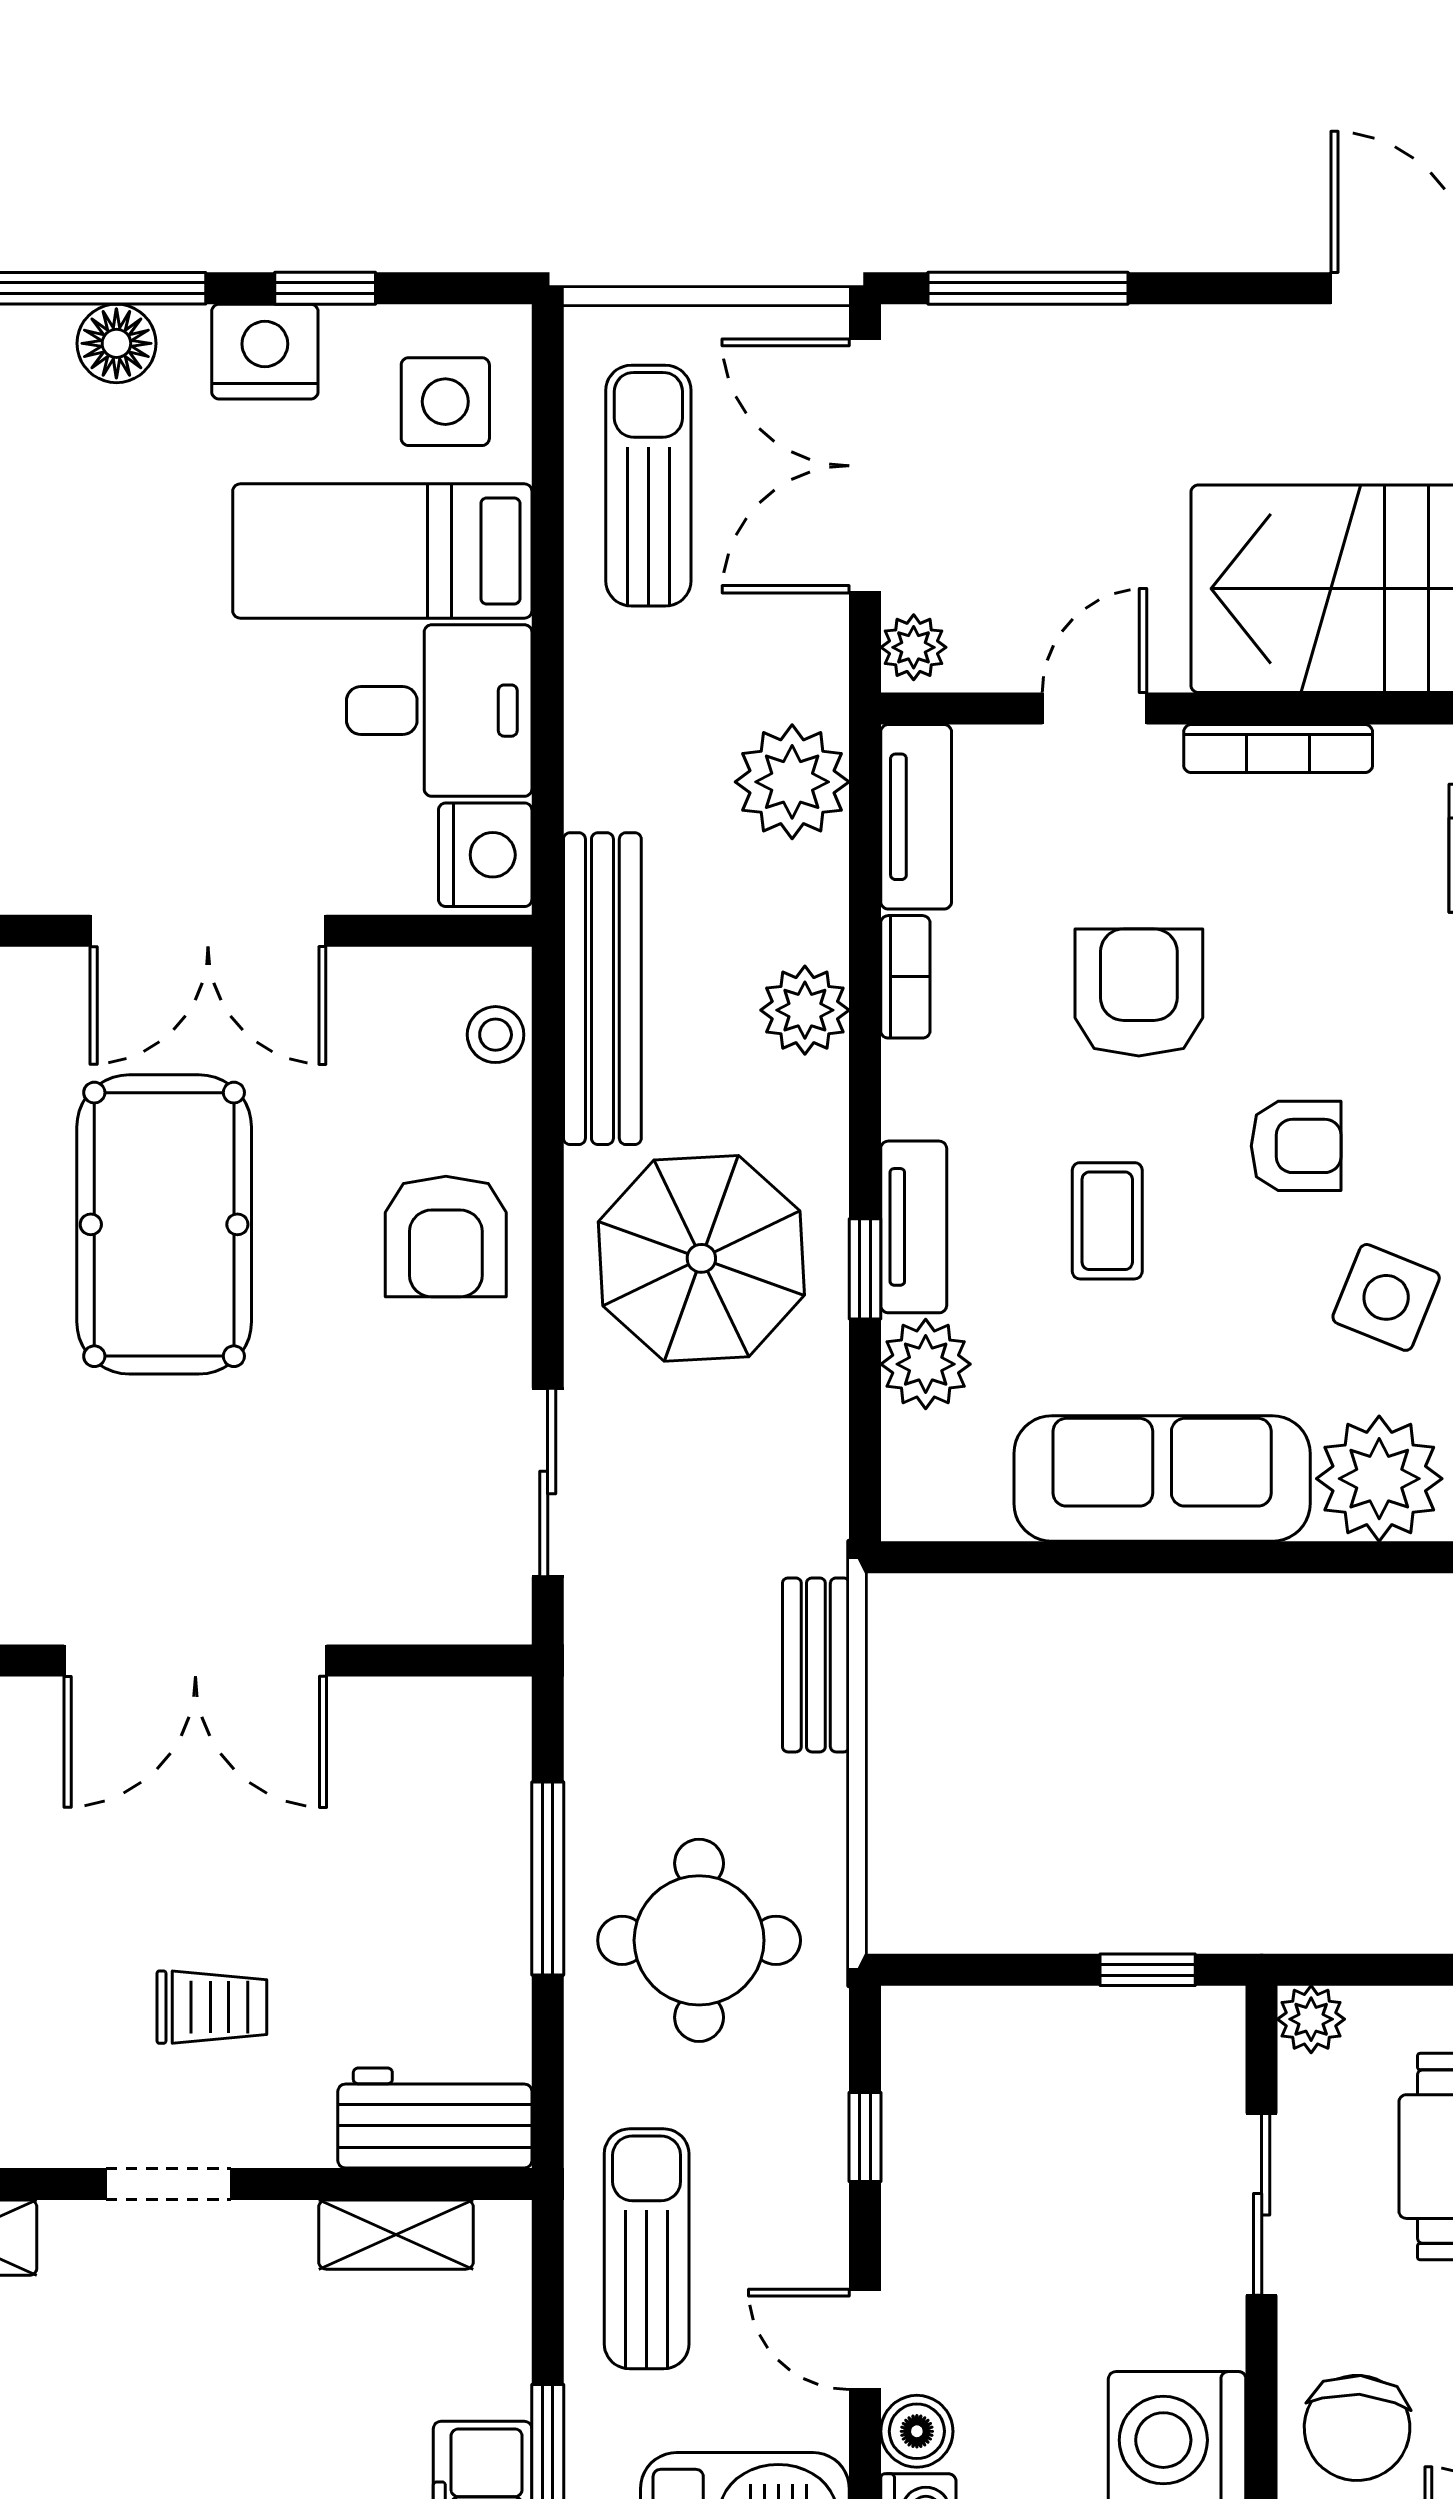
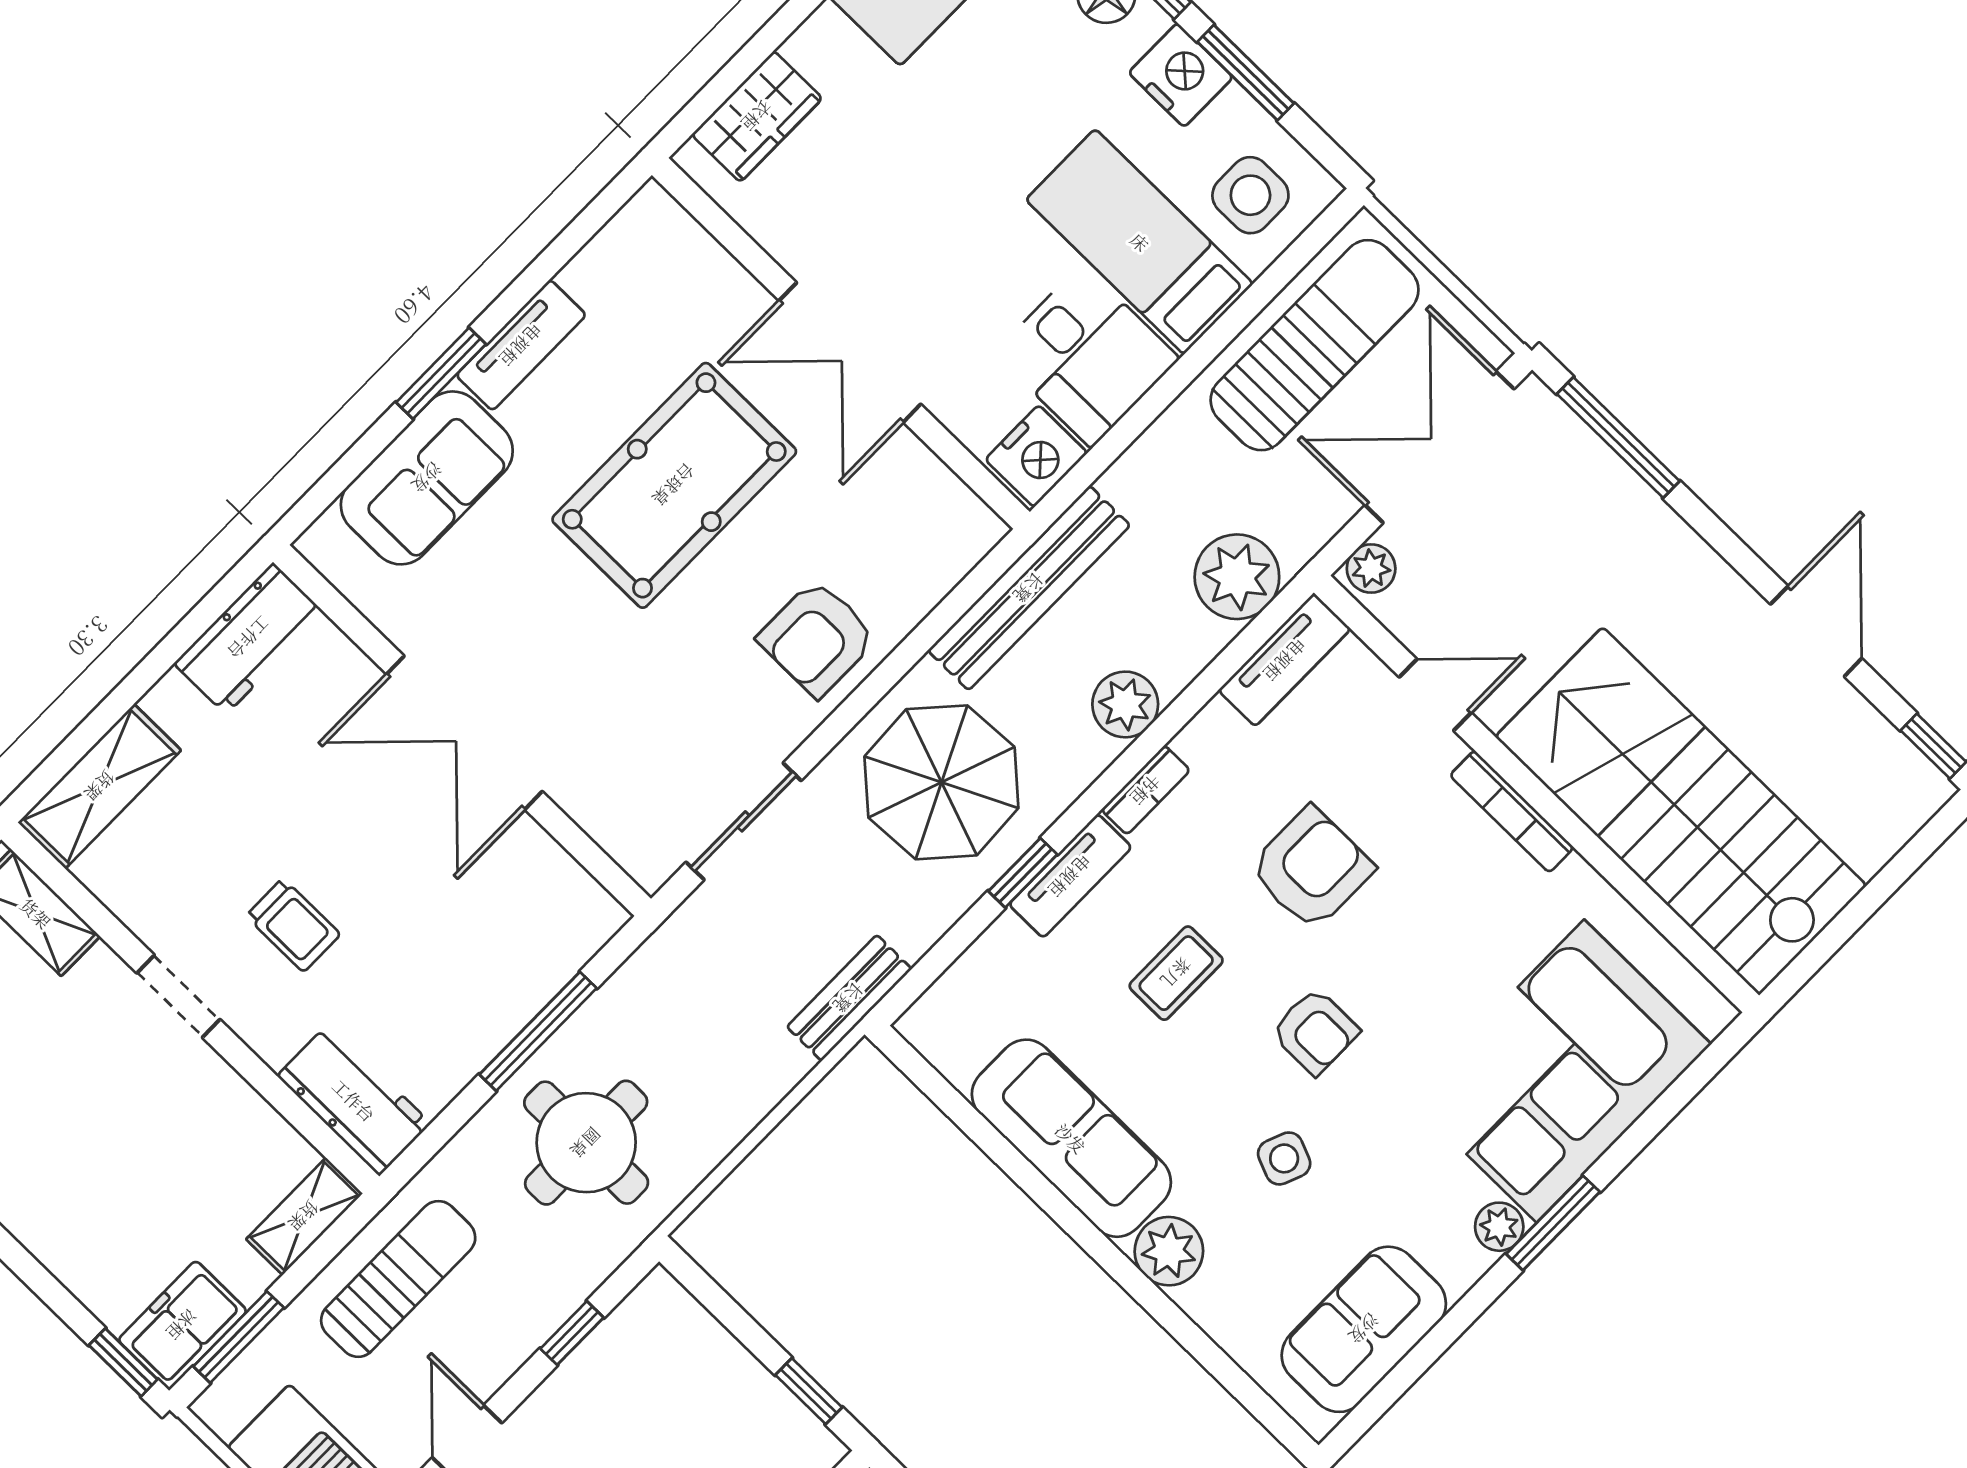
window: (325, 288) -> (1246, 73), width x1.50
sun lounger: (648, 486) -> (1315, 345), width x1.36, depth x1.34
bookcase: (905, 977) -> (1146, 790), moved
stool: (496, 1035) -> (948, 557), removed
side table: (1386, 1297) -> (1284, 1158), width x0.73, depth x0.73
plant: (926, 1364) -> (1005, 955), removed
plant: (1379, 1479) -> (1169, 1251), width x0.73, depth x0.73
bench: (816, 1665) -> (849, 998), moved
shelving: (396, 2235) -> (304, 1216), moved, turned 90

